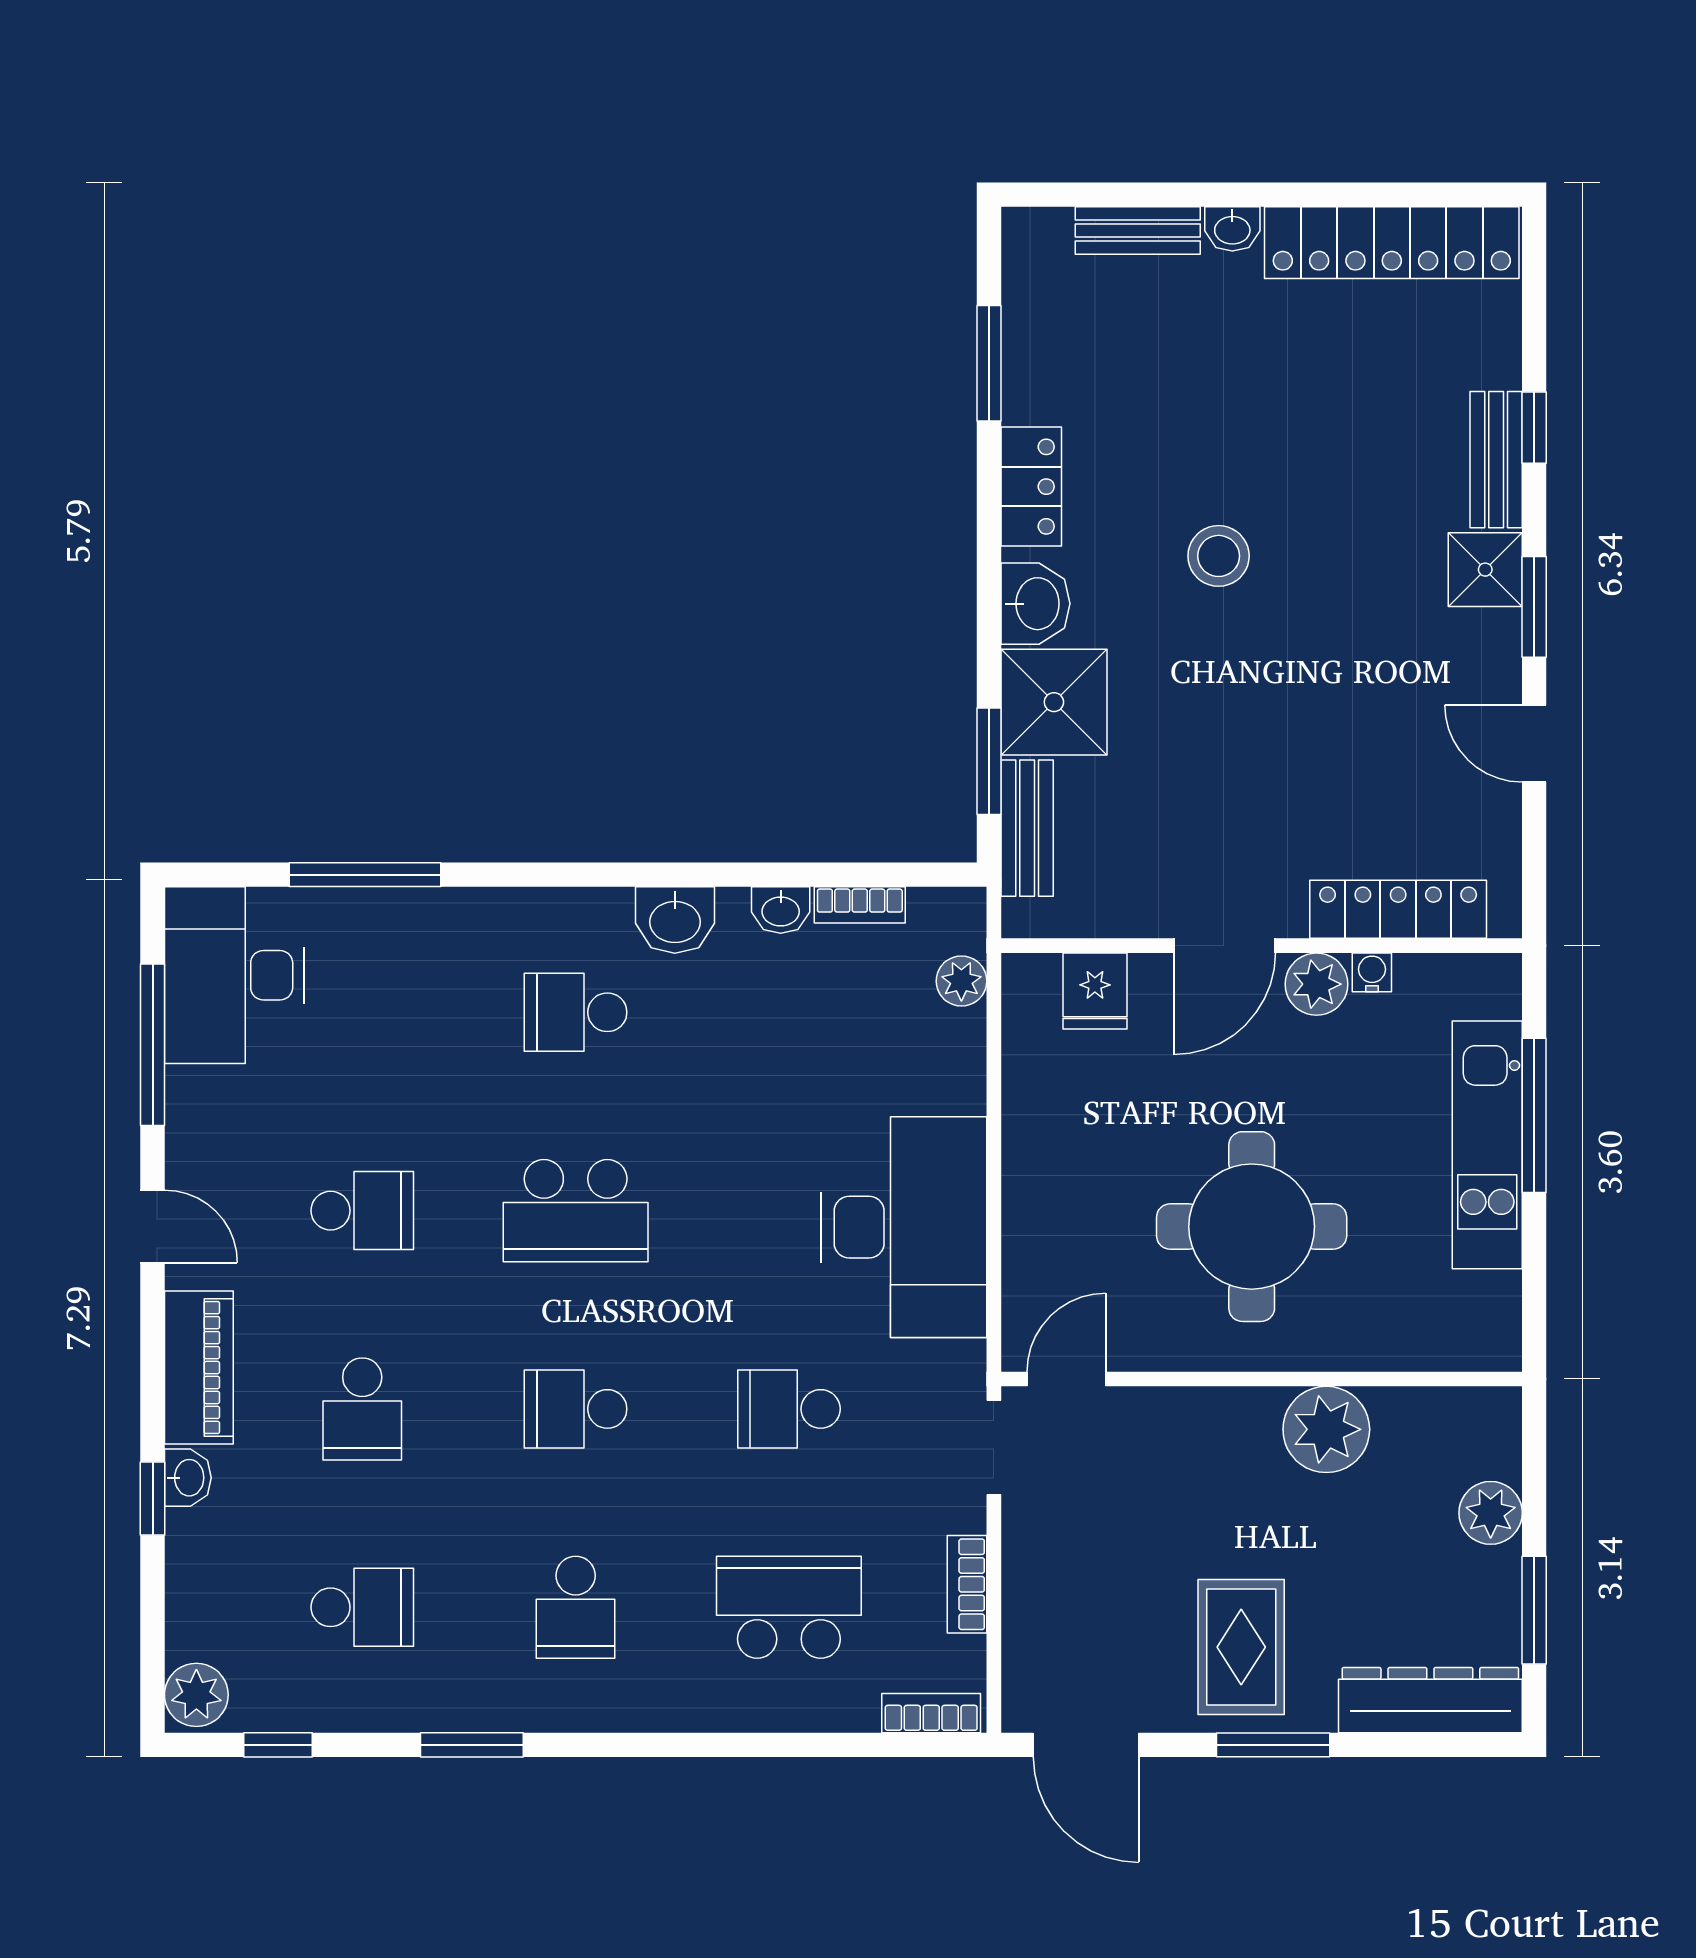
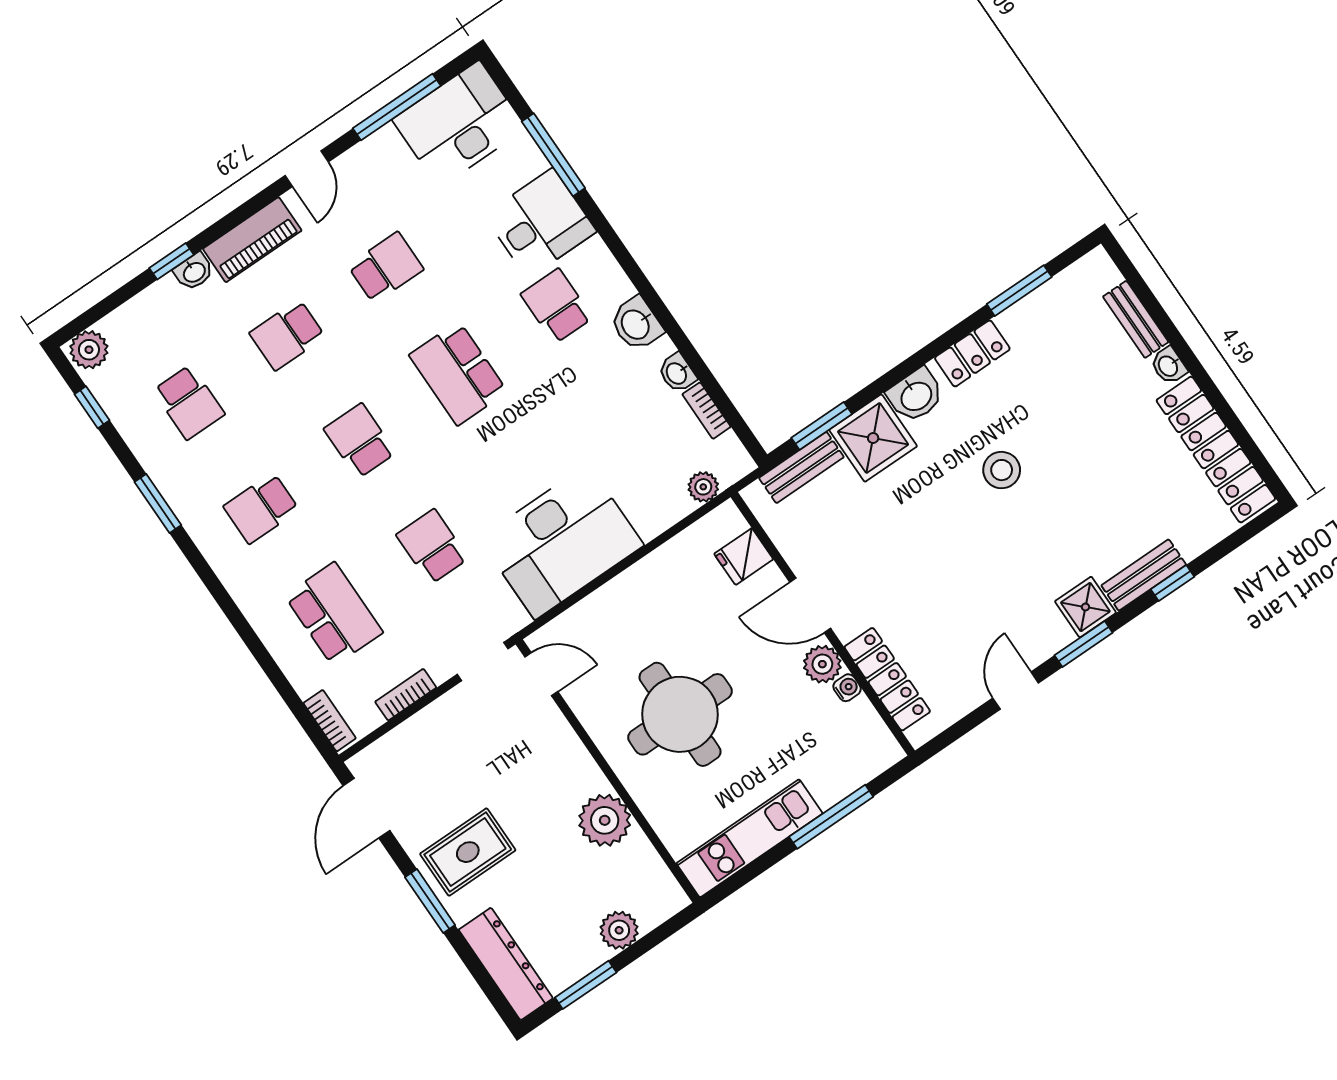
desk: (447, 957) -> (540, 223), added
kitchen unit: (1487, 1145) -> (750, 838), moved
school desk: (362, 1211) -> (386, 267), turned -90

